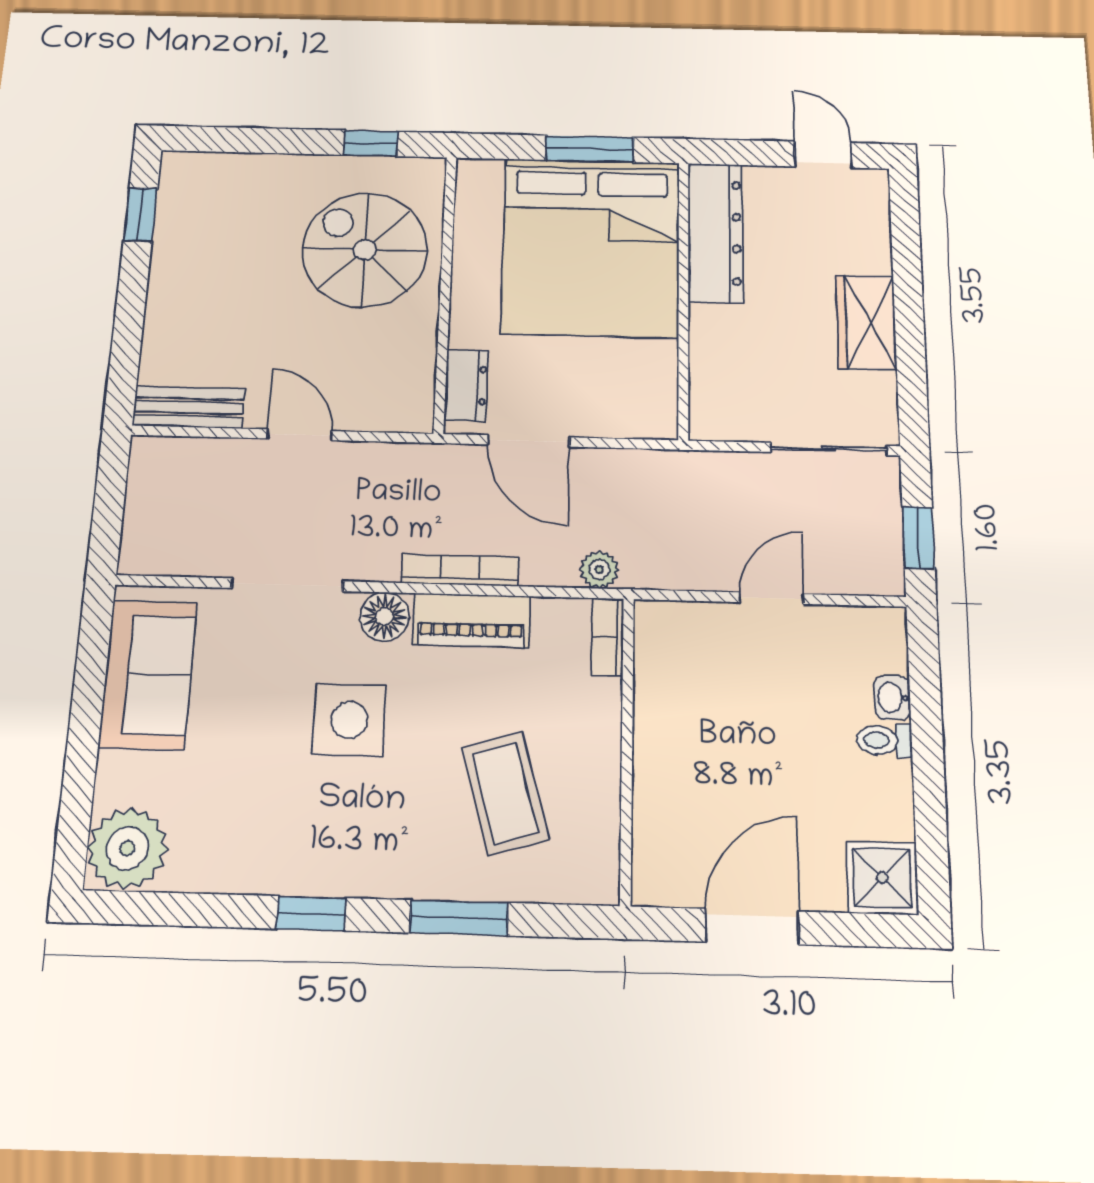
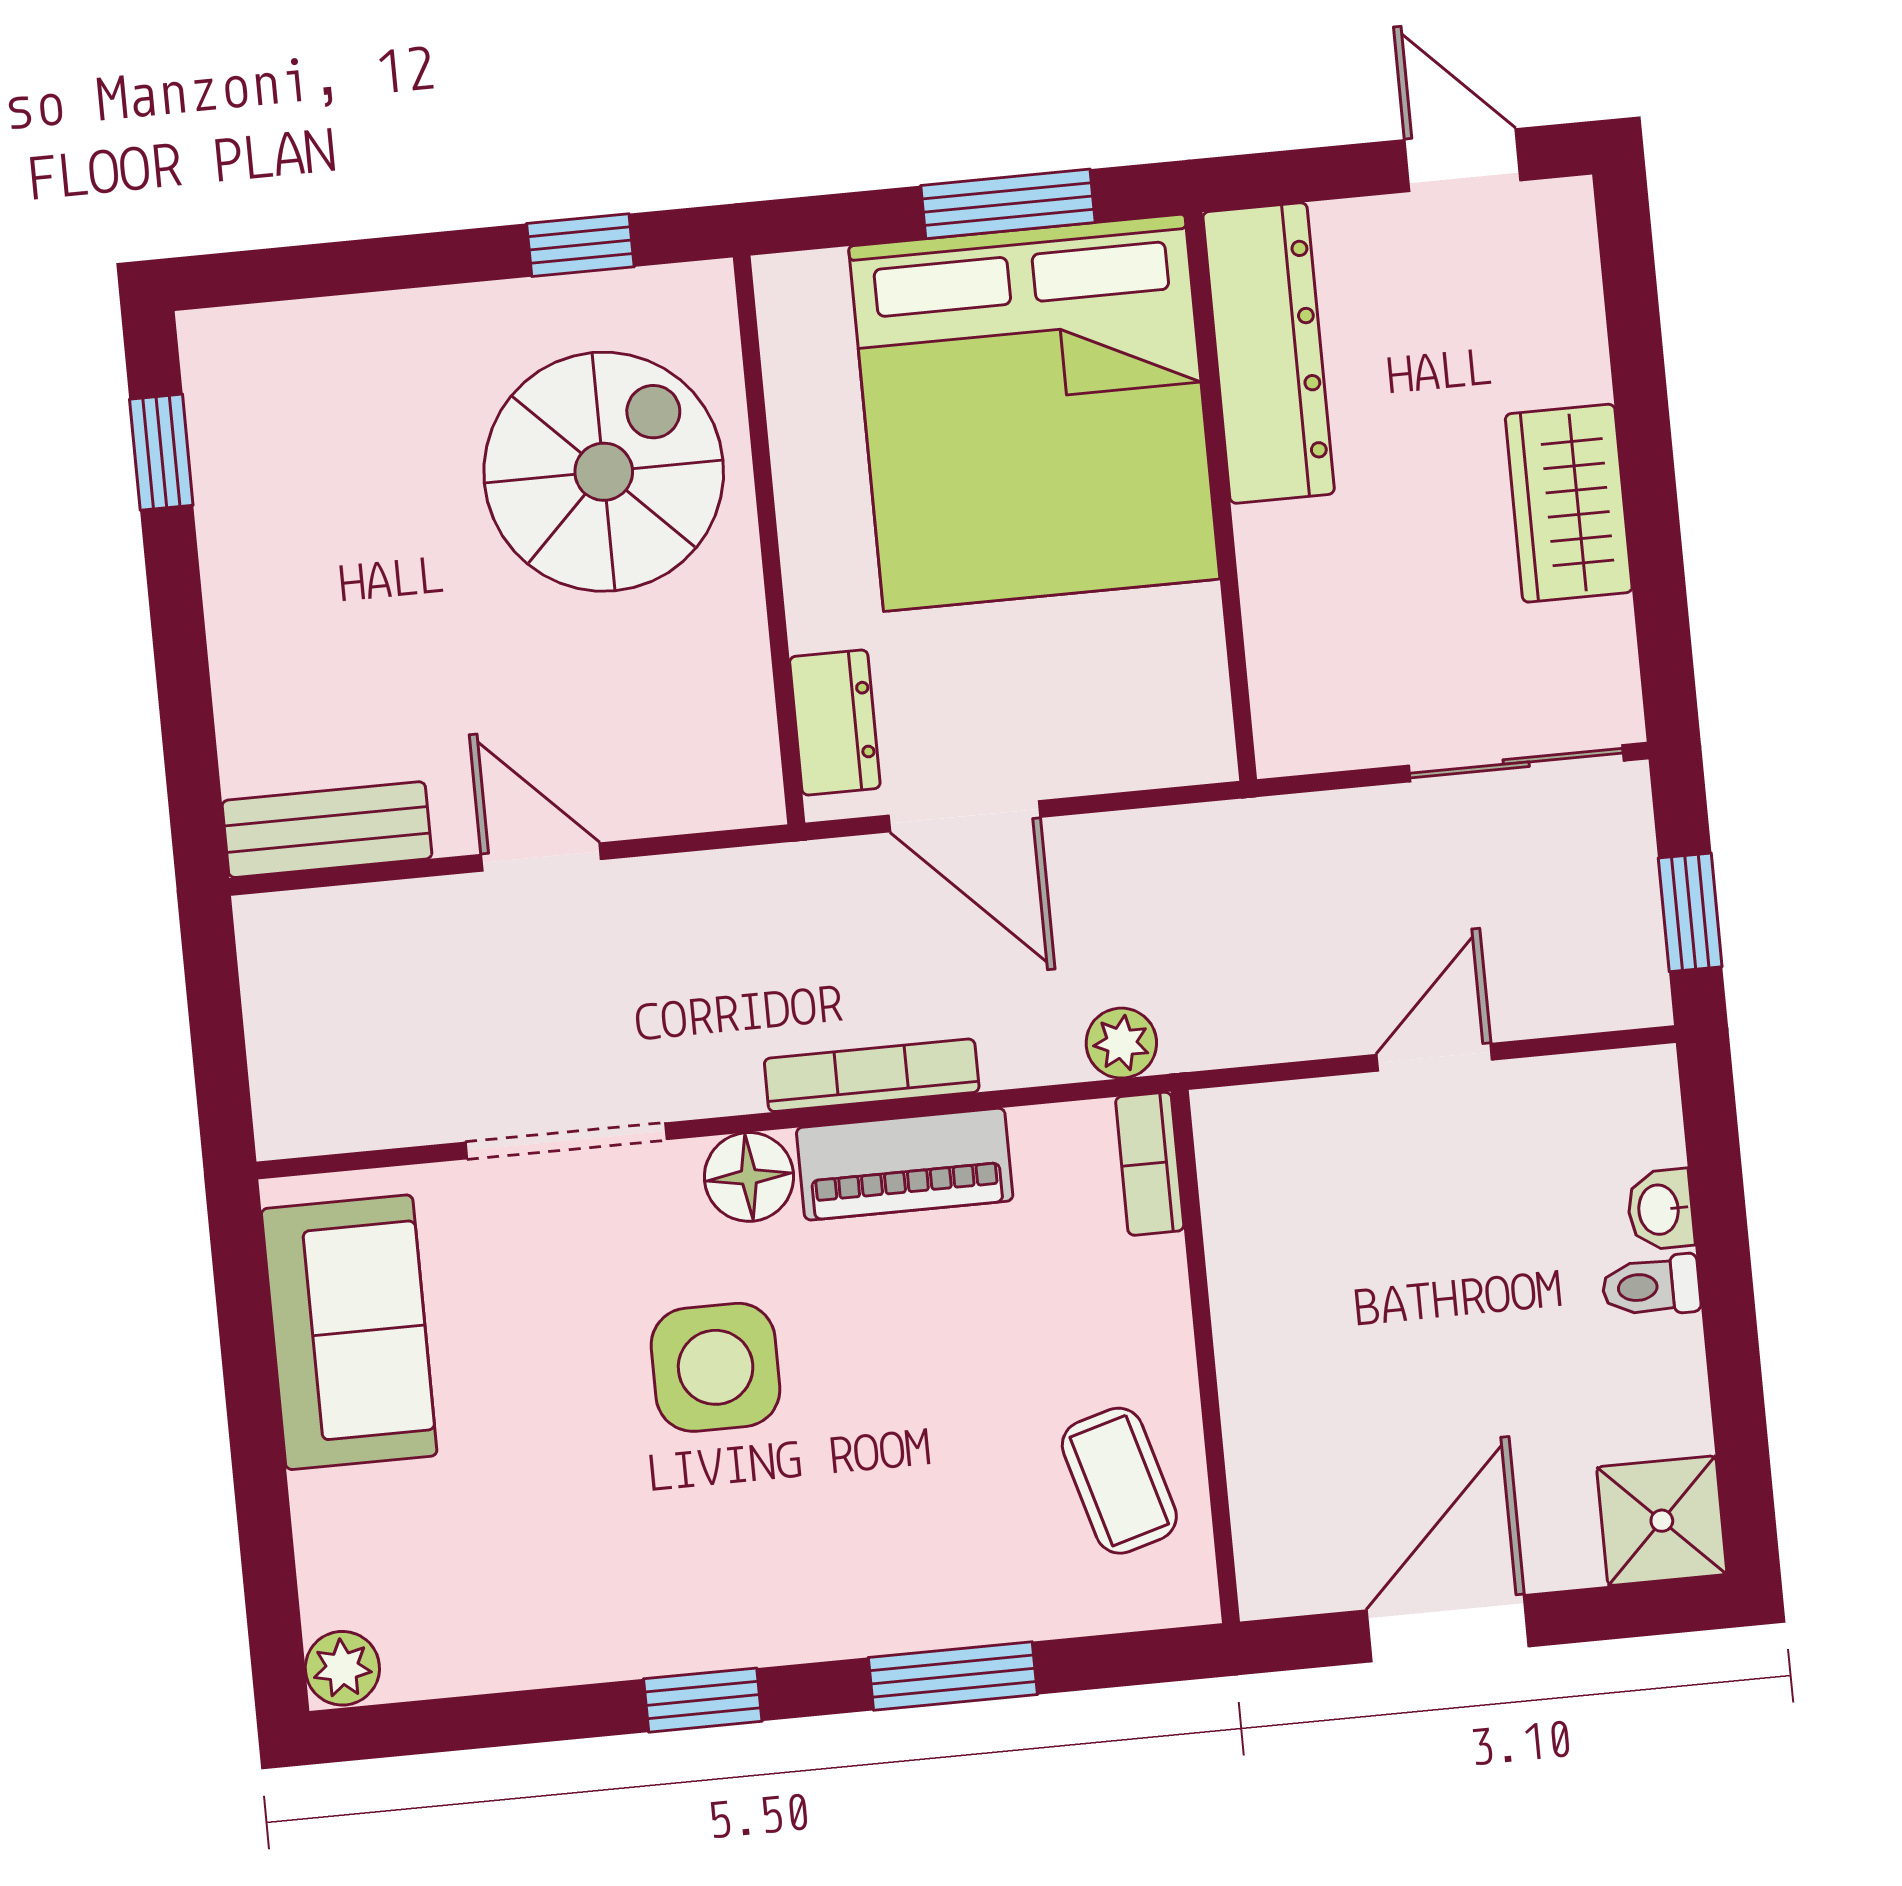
spiral stairs: (365, 250) -> (604, 472), turned 90
coffee table: (505, 793) -> (1119, 1481), moved, width x0.73, depth x0.77
plant: (127, 848) -> (342, 1668), width x0.53, depth x0.53

